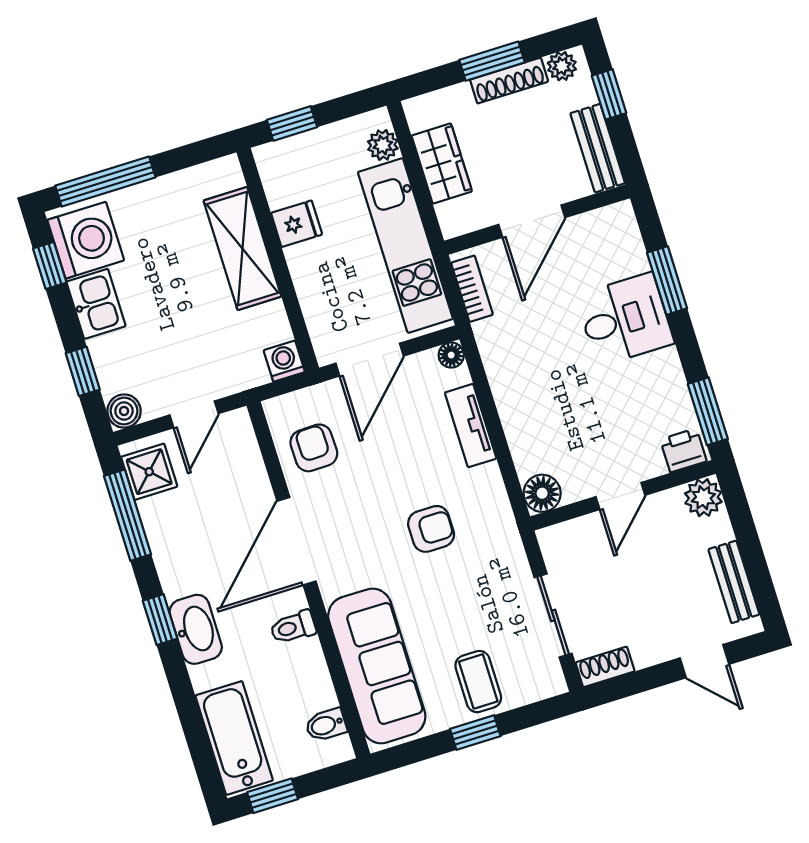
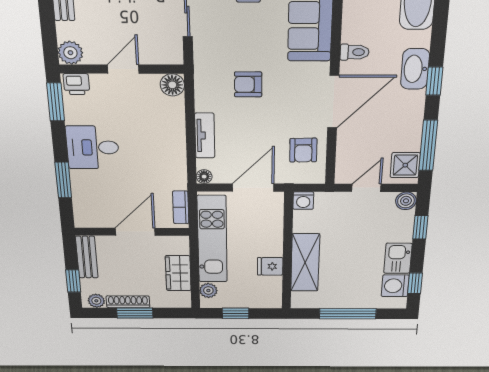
window: (292, 123) -> (236, 313), moved
window: (105, 182) -> (348, 314), moved
washing machine: (86, 240) -> (395, 286), width x0.73, depth x0.73
desk: (625, 319) -> (93, 147), moved

